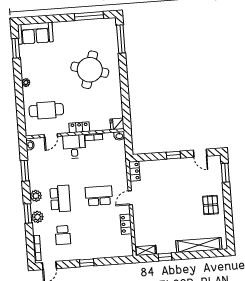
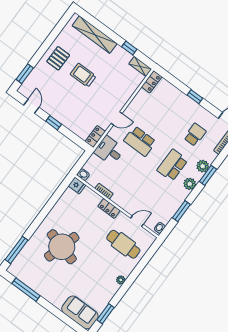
desk: (74, 146) -> (109, 151), moved, turned 90
trolley: (182, 208) -> (83, 75), added
locker: (126, 224) -> (152, 82), moved

